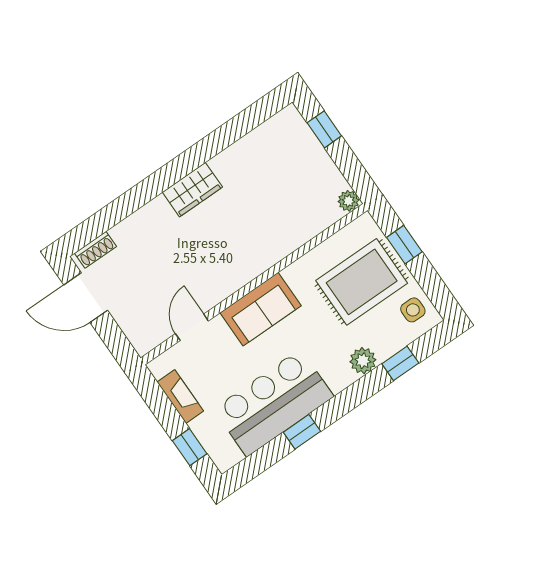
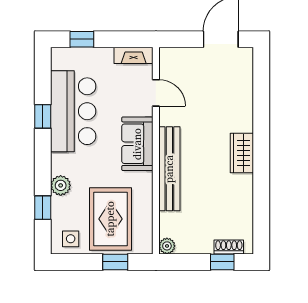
shoe rack: (96, 250) -> (229, 247), moved, turned 90
bench: (264, 256) -> (169, 169), added
fireplace: (180, 397) -> (134, 55), moved

